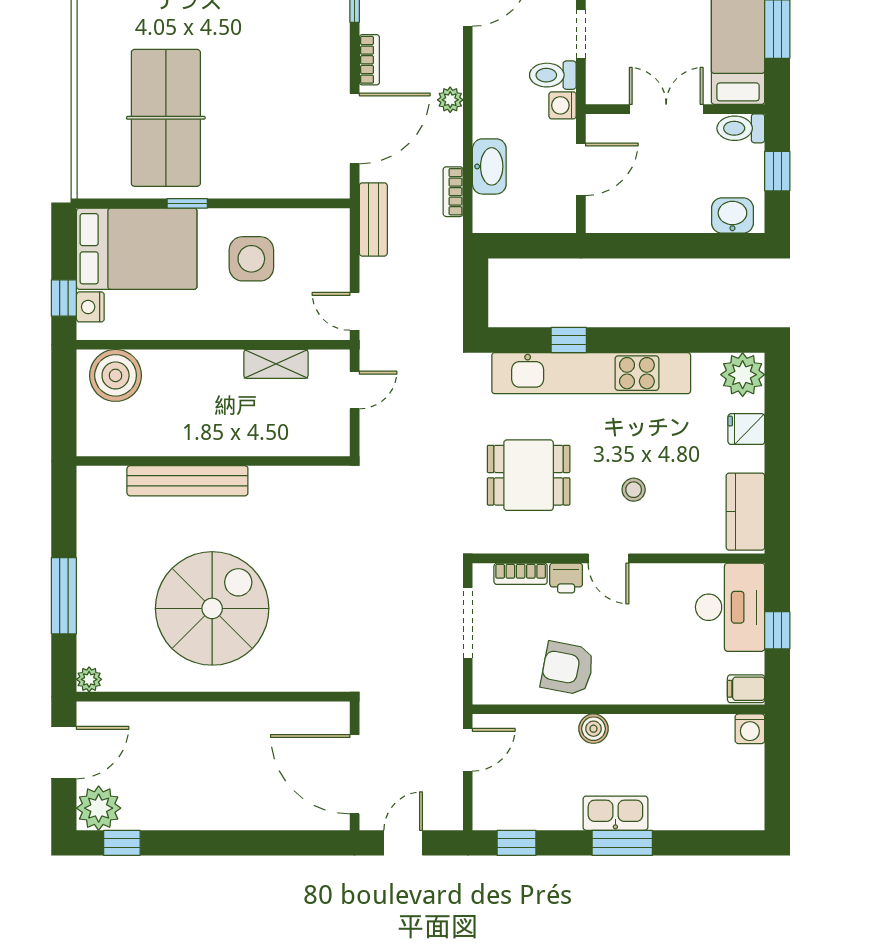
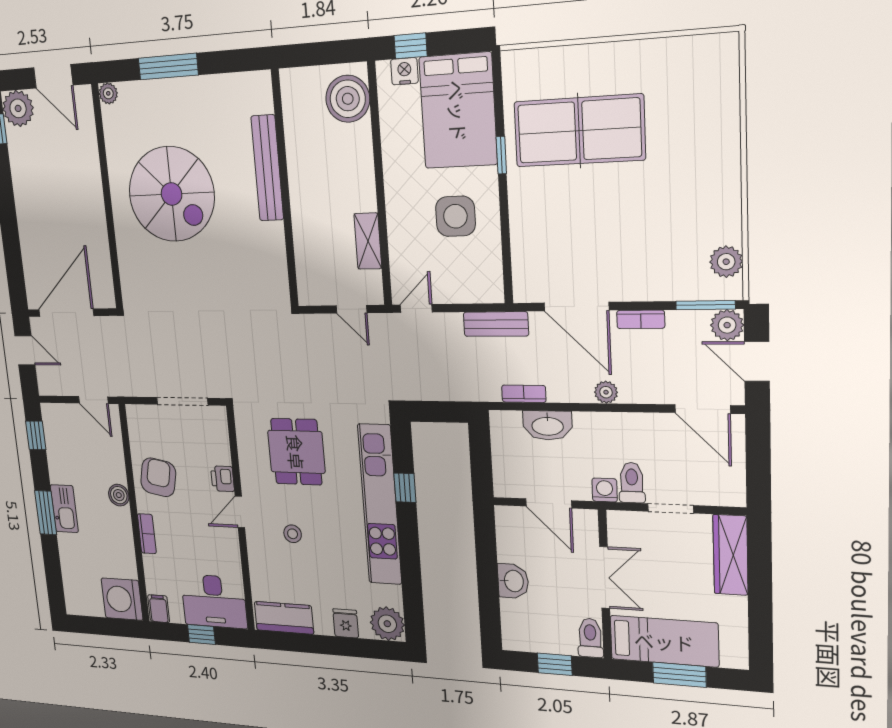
washbasin: (732, 215) -> (513, 581), moved
bookcase: (521, 574) -> (147, 534), moved, turned 180
washing machine: (750, 729) -> (122, 599), width x1.89, depth x1.89

